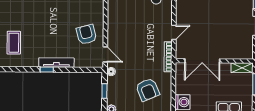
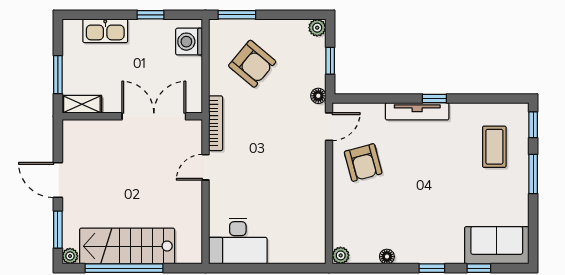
door: (105, 54) -> (329, 127), swing flipped
armchair: (148, 90) -> (252, 64), turned 153

